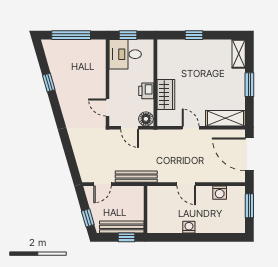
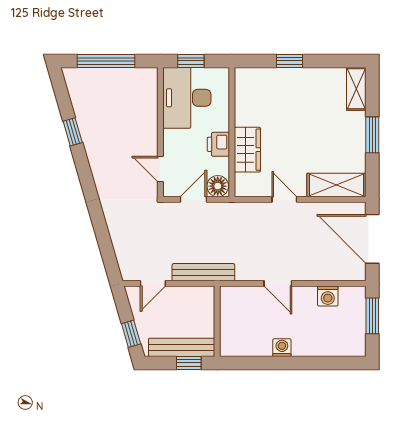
desk: (125, 54) -> (187, 98), width x1.37
door: (130, 128) -> (193, 199), swing flipped

